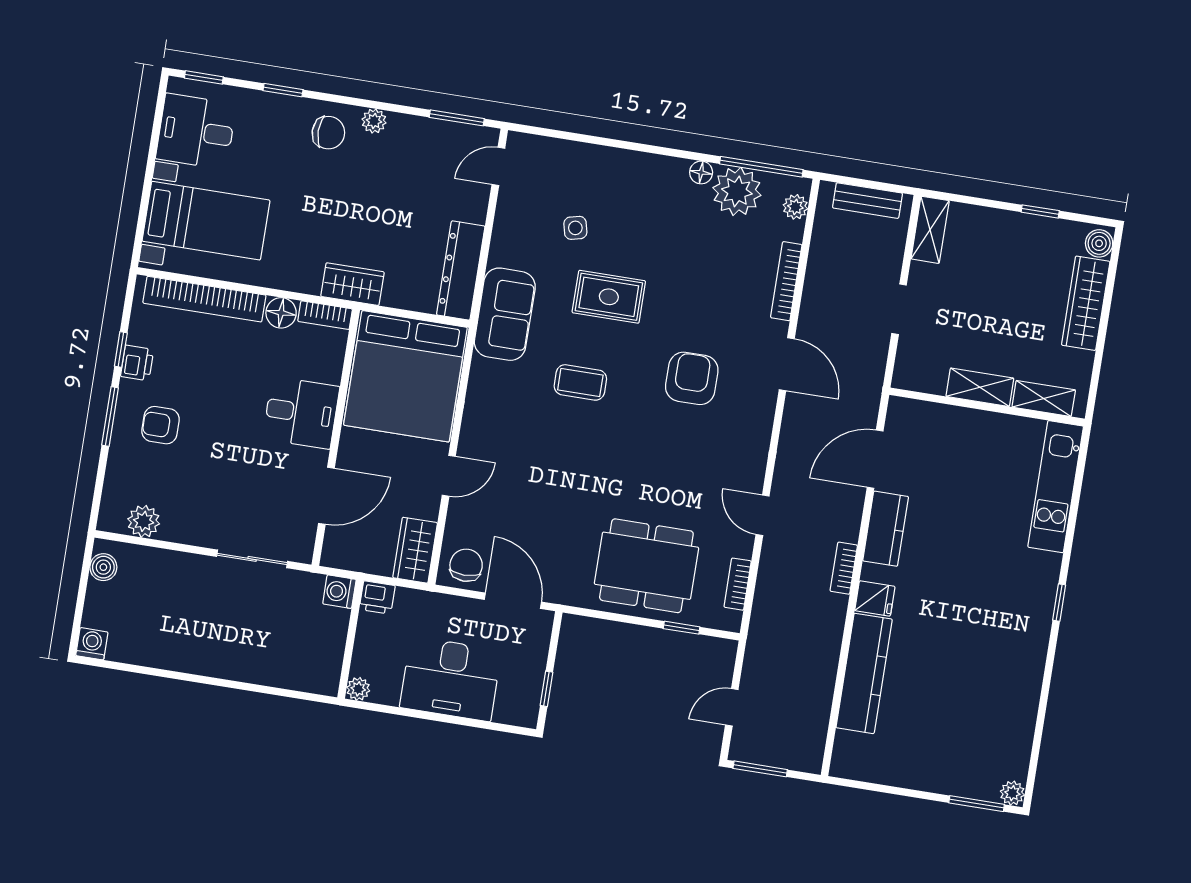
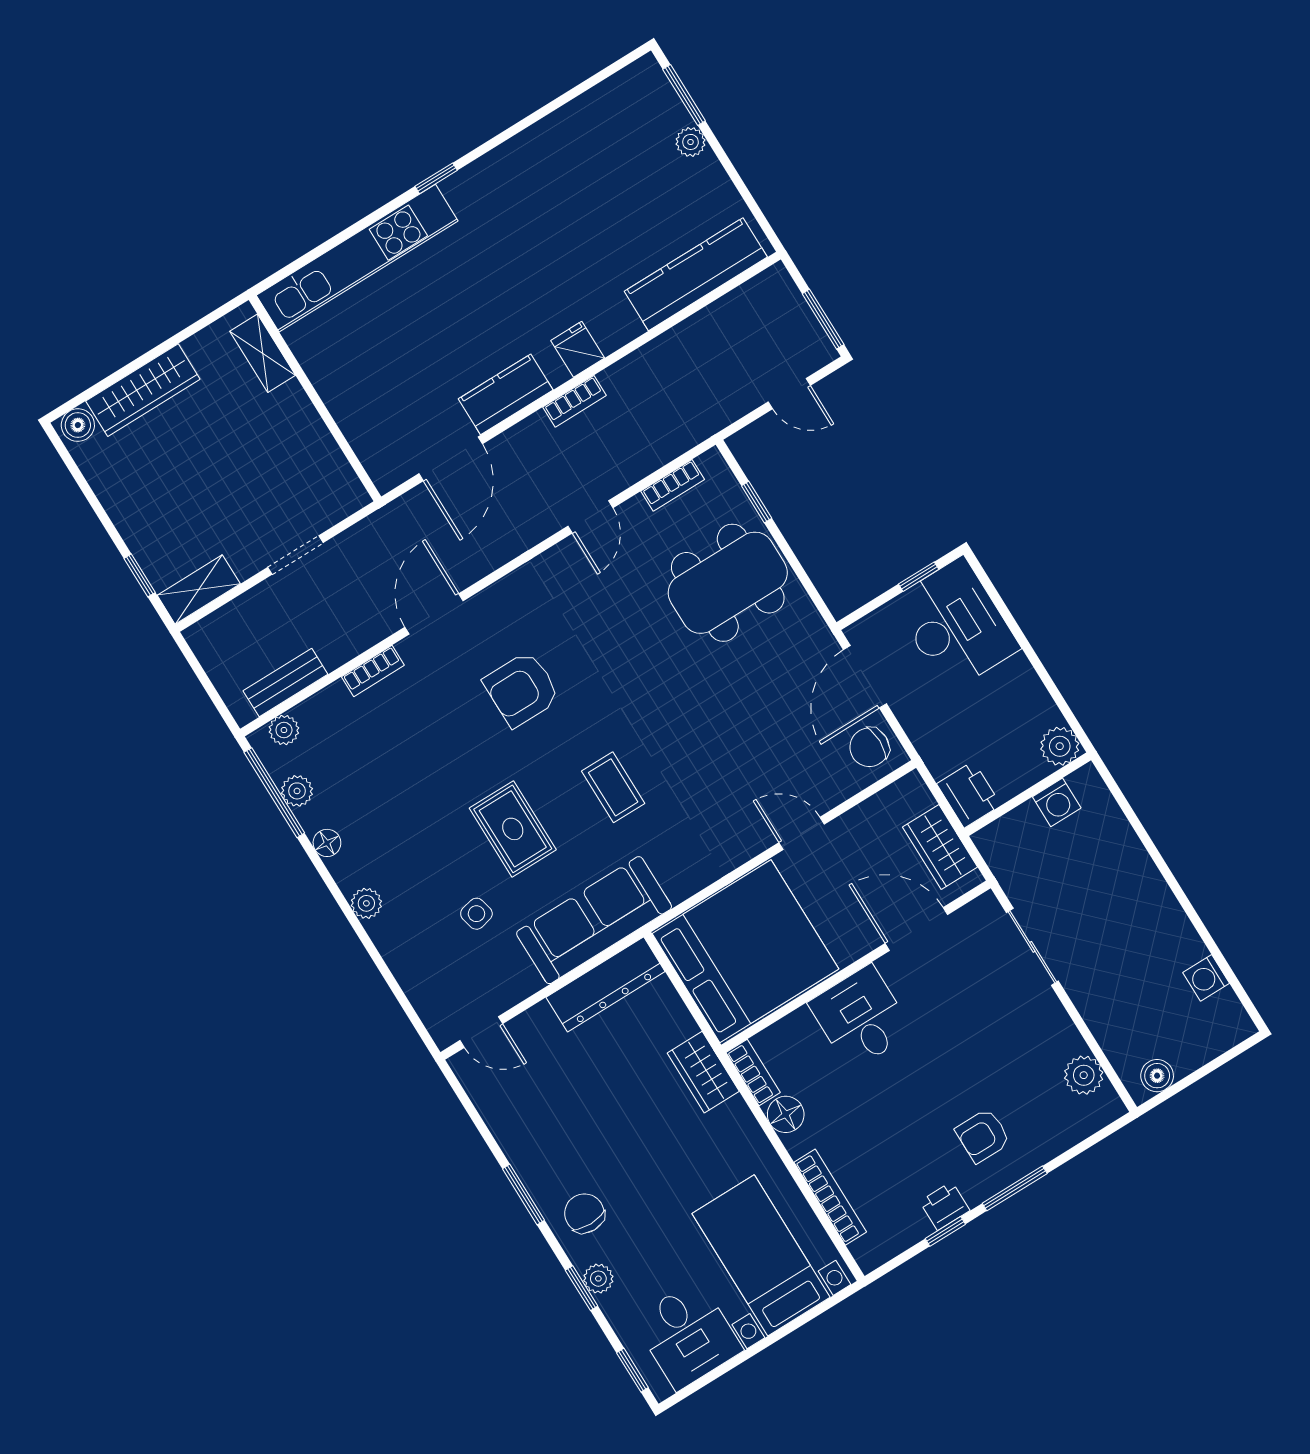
window: (457, 118) -> (523, 1194), moved
plant: (374, 121) -> (598, 1279), moved
plant: (642, 164) -> (366, 903), added
plant: (737, 191) -> (297, 791), width x0.53, depth x0.53
bench: (867, 201) -> (285, 683), moved, turned 90
window: (1040, 211) -> (140, 575), moved
bookcase: (786, 281) -> (373, 671), width x0.64
bookcase: (204, 299) -> (830, 1197), width x0.68, depth x0.76
sofa: (505, 314) -> (594, 920), width x1.36
shelving: (980, 387) -> (303, 420), removed
armchair: (160, 425) -> (983, 1136), turned 90
door: (875, 459) -> (451, 459), hinge flipped
kitchen unit: (1056, 487) -> (357, 258), width x1.36
wardrobe: (415, 550) -> (940, 847), moved, turned 90
dining table: (646, 566) -> (728, 583), turned 90
washing machine: (339, 592) -> (1057, 802), moved
printer: (377, 598) -> (969, 794), width x1.36, depth x1.24
washing machine: (92, 644) -> (1206, 978), moved
kitchen counter: (864, 673) -> (696, 274), moved
desk: (451, 679) -> (956, 624), moved
plant: (358, 689) -> (1060, 746), width x1.38, depth x1.38
plant: (1012, 793) -> (691, 142), moved

